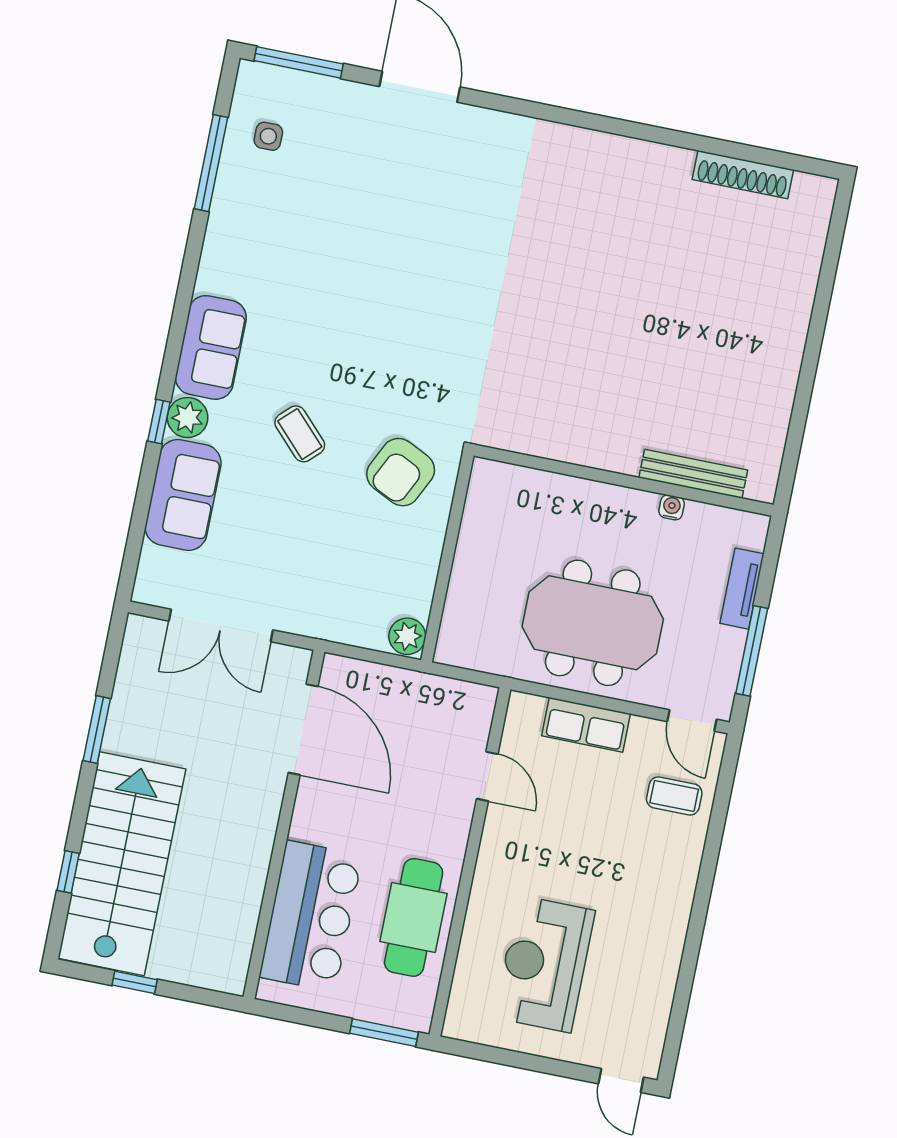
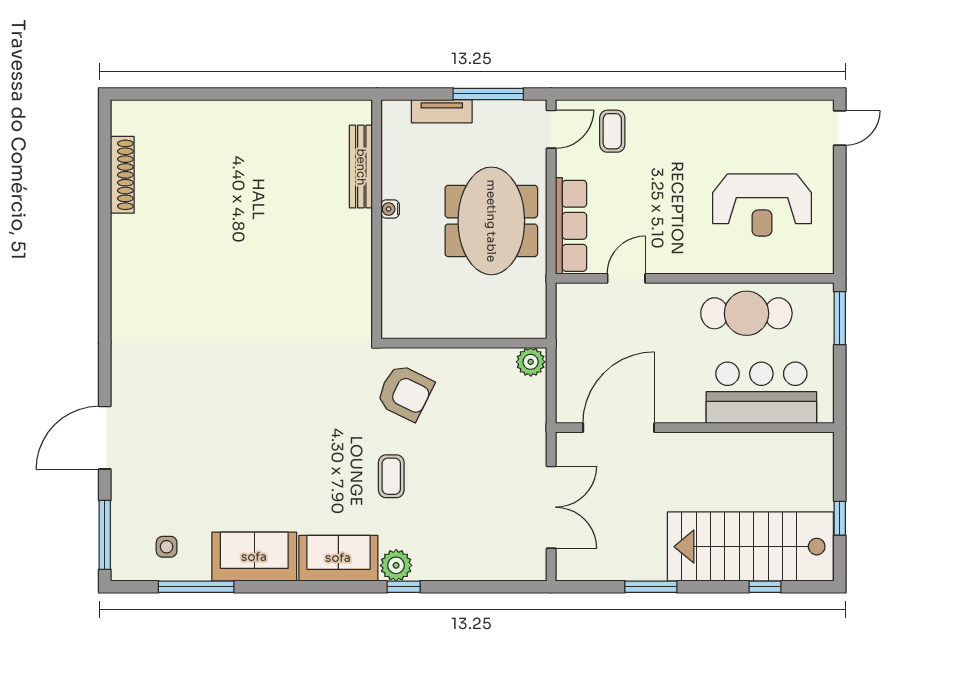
coffee table: (300, 434) -> (391, 476), turned -46
sofa: (183, 495) -> (254, 557), moved
water cooler: (672, 507) -> (390, 209), moved
row of seats: (586, 725) -> (571, 226), width x1.48

